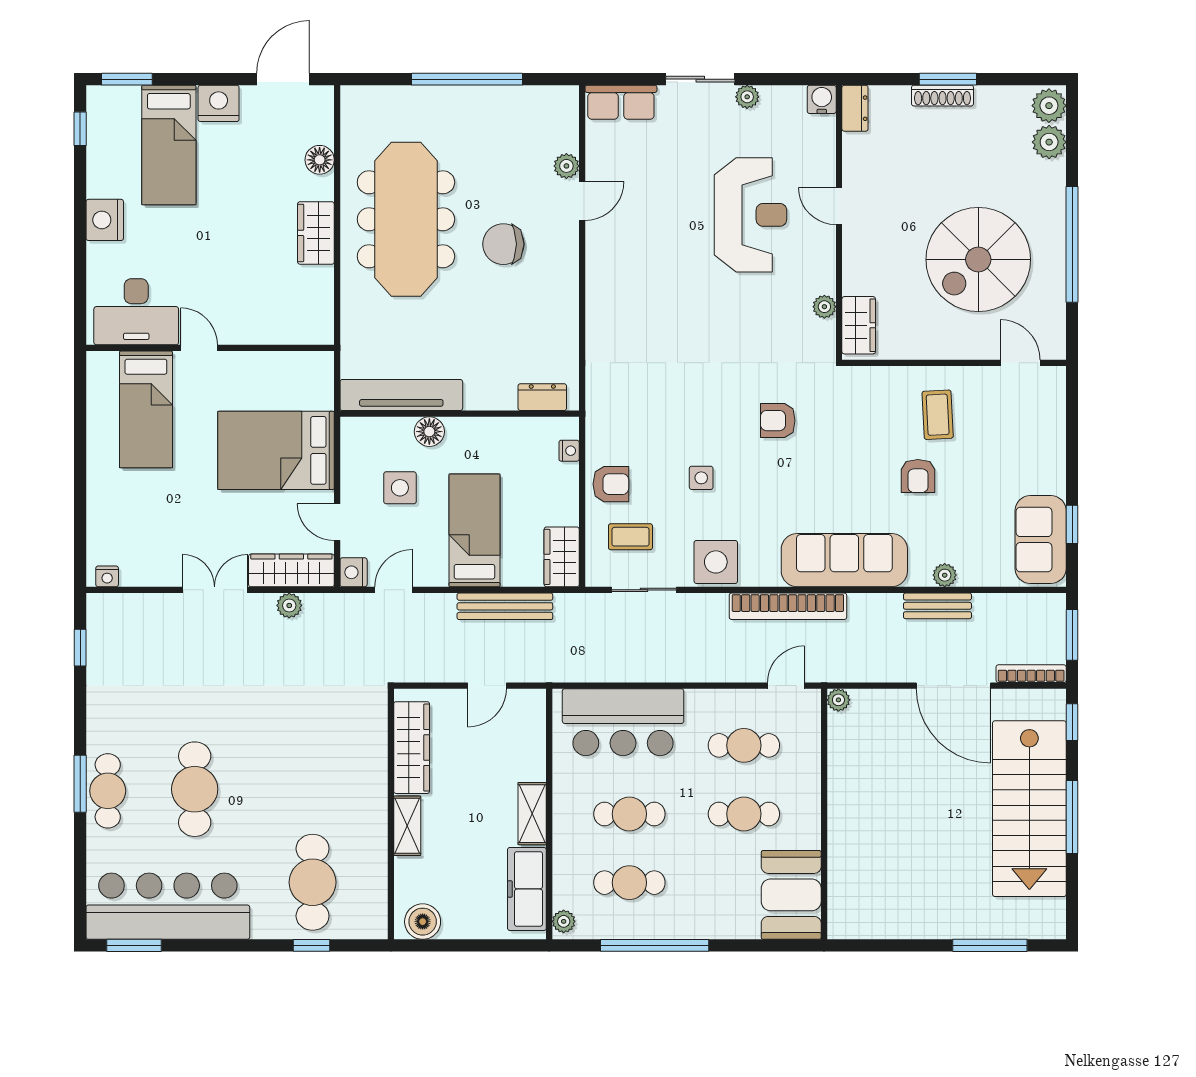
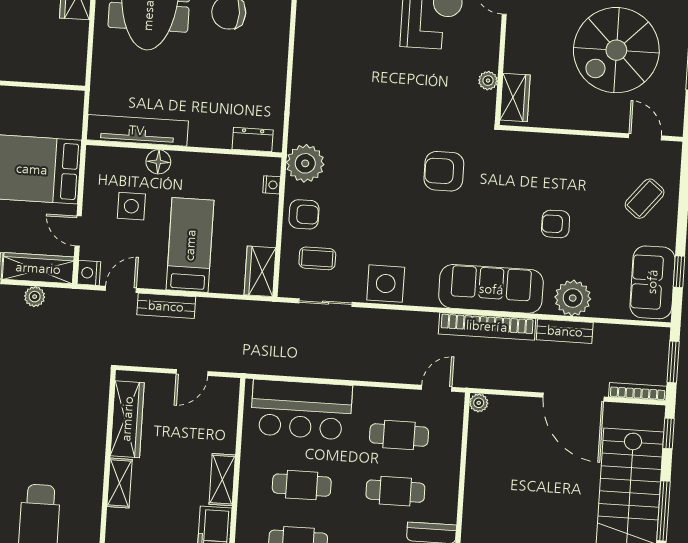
coffee table: (938, 415) -> (645, 199), moved, turned 42
armchair: (778, 421) -> (444, 171), width x1.38, depth x1.38
plant: (608, 422) -> (305, 163), added
armchair: (918, 476) -> (556, 224), turned 90
side table: (701, 478) -> (378, 214), removed
plant: (945, 575) -> (573, 298), width x1.88, depth x1.88
bench: (505, 606) -> (166, 306), moved, width x0.73
bookcase: (788, 606) -> (487, 326), moved

